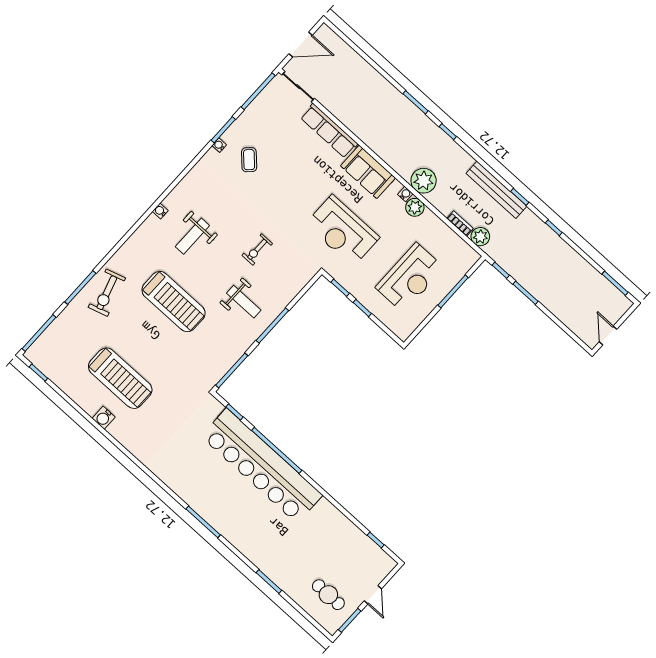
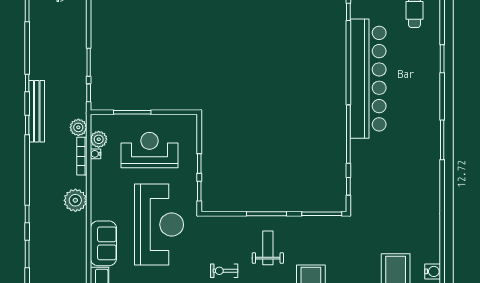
bench: (496, 190) -> (37, 111), moved
water cooler: (405, 194) -> (96, 154), moved
plant: (415, 207) -> (99, 139), moved
bookcase: (460, 223) -> (82, 156), width x1.56
reception desk: (343, 231) -> (159, 225), width x1.36, depth x1.30
exercise bike: (257, 249) -> (224, 271), turned 180
bar counter: (262, 466) -> (368, 79), moved

